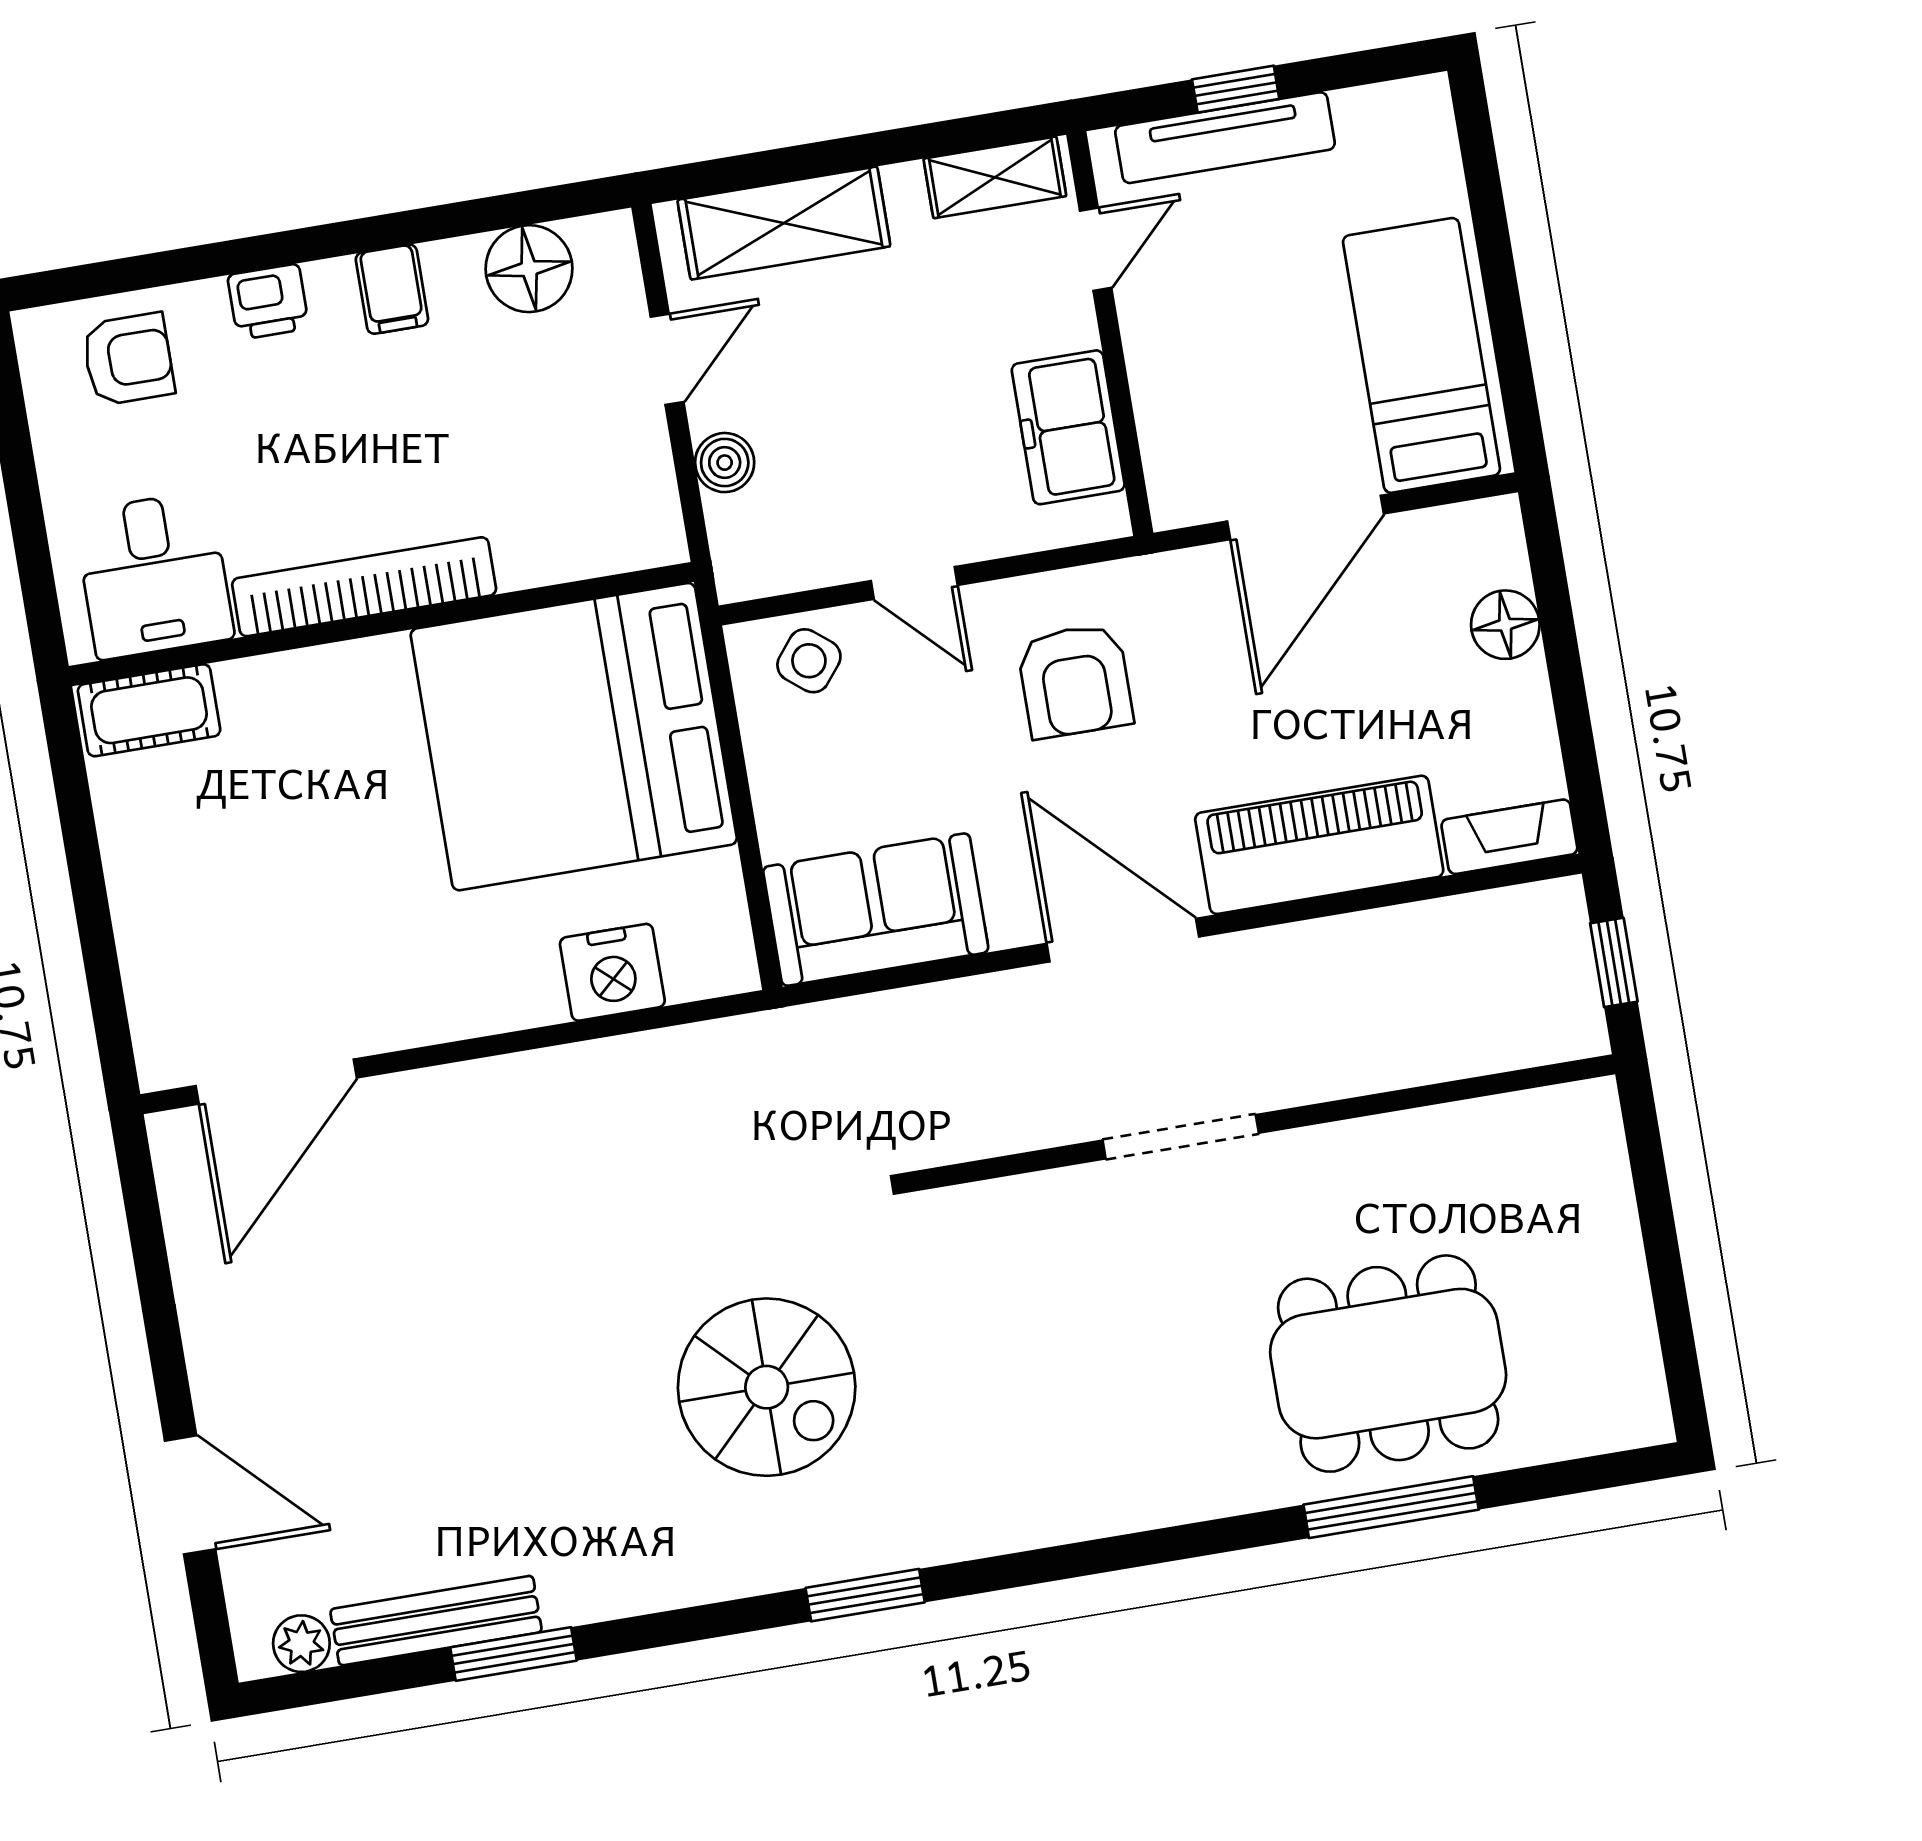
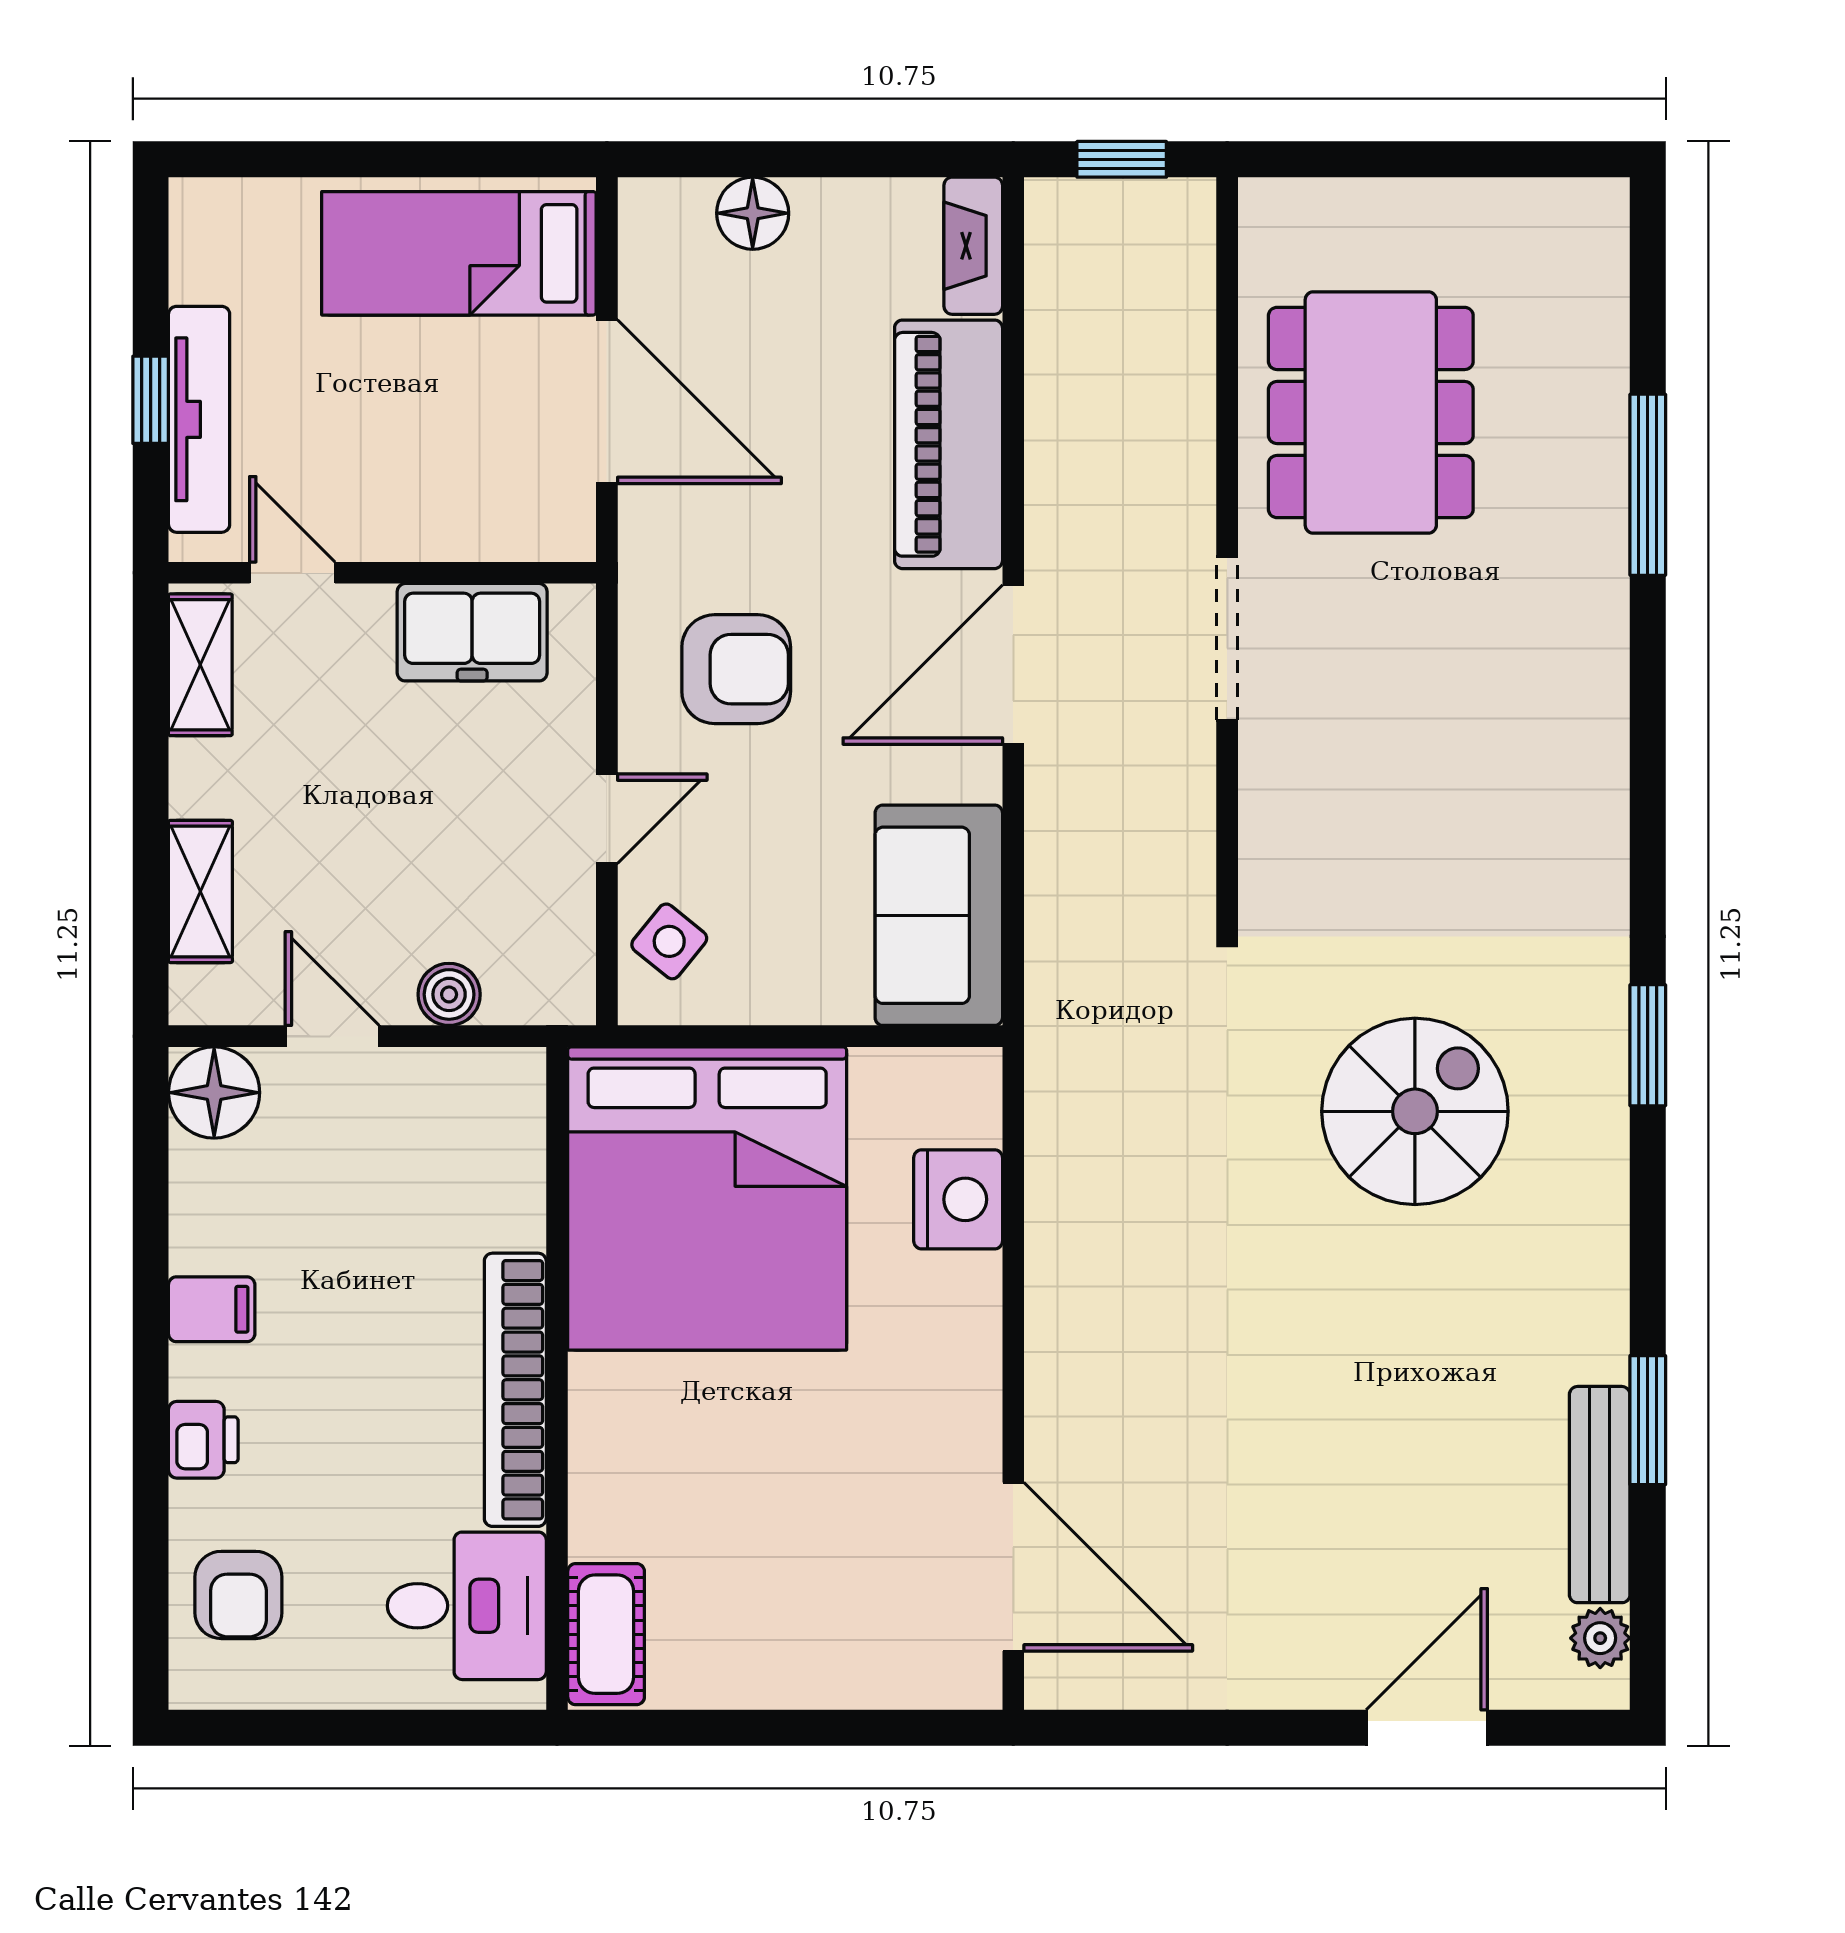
shelving: (784, 223) -> (200, 891), width x0.67, depth x0.75
floor lamp: (529, 269) -> (214, 1093), moved
armchair: (128, 359) -> (238, 1595), turned 180
dining table: (1388, 1364) -> (1371, 413), moved

